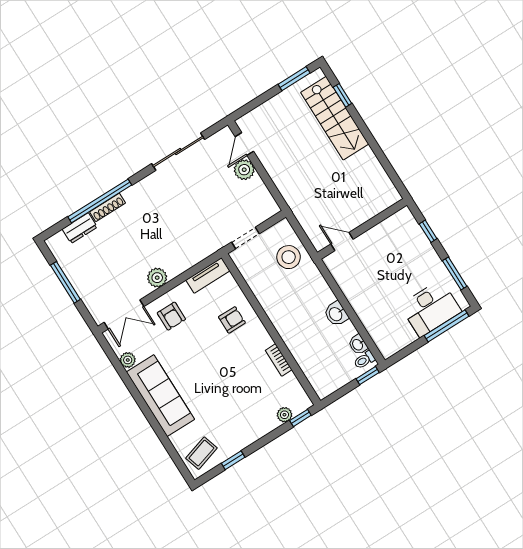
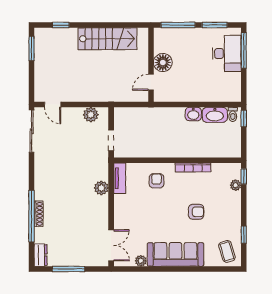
stairs: (335, 118) -> (107, 39), moved
sliding door: (178, 152) -> (32, 131), moved
plant: (244, 170) -> (91, 115), moved
dresser: (80, 228) -> (41, 255), moved
window: (428, 231) -> (178, 25), width x2.17
floor lamp: (373, 241) -> (163, 63), added
stool: (289, 257) -> (140, 121), removed
plant: (157, 278) -> (101, 188), moved
armchair: (171, 316) -> (196, 212), moved
washbasin: (358, 345) -> (215, 115), width x1.91, depth x1.45
bookcase: (279, 360) -> (193, 167), width x1.56

